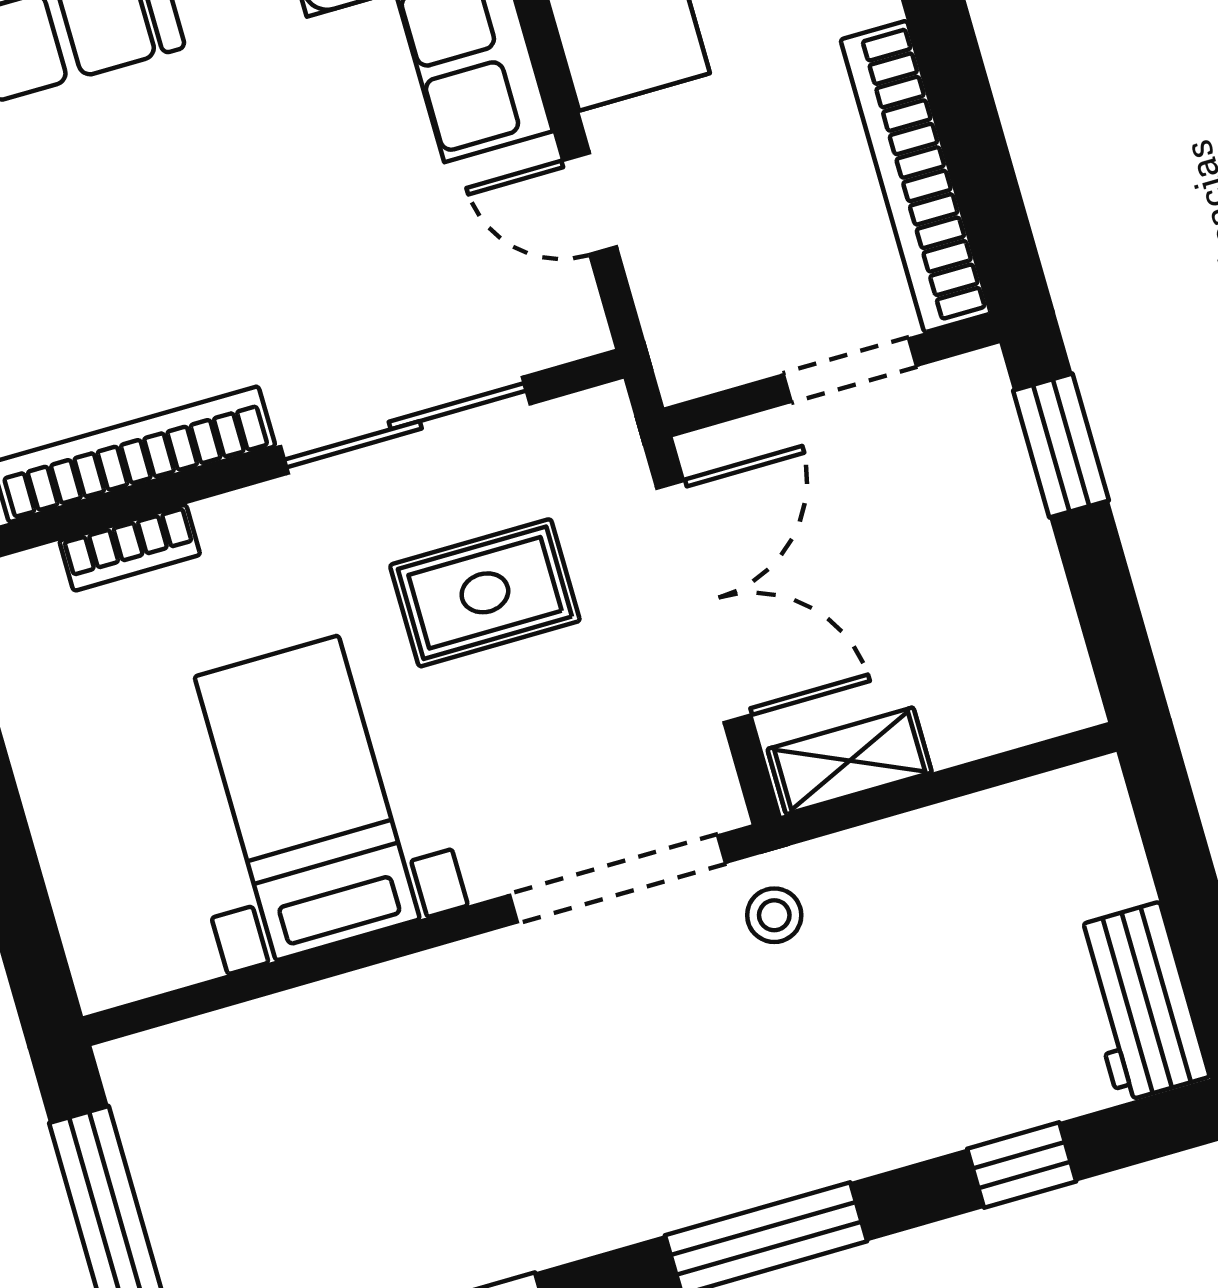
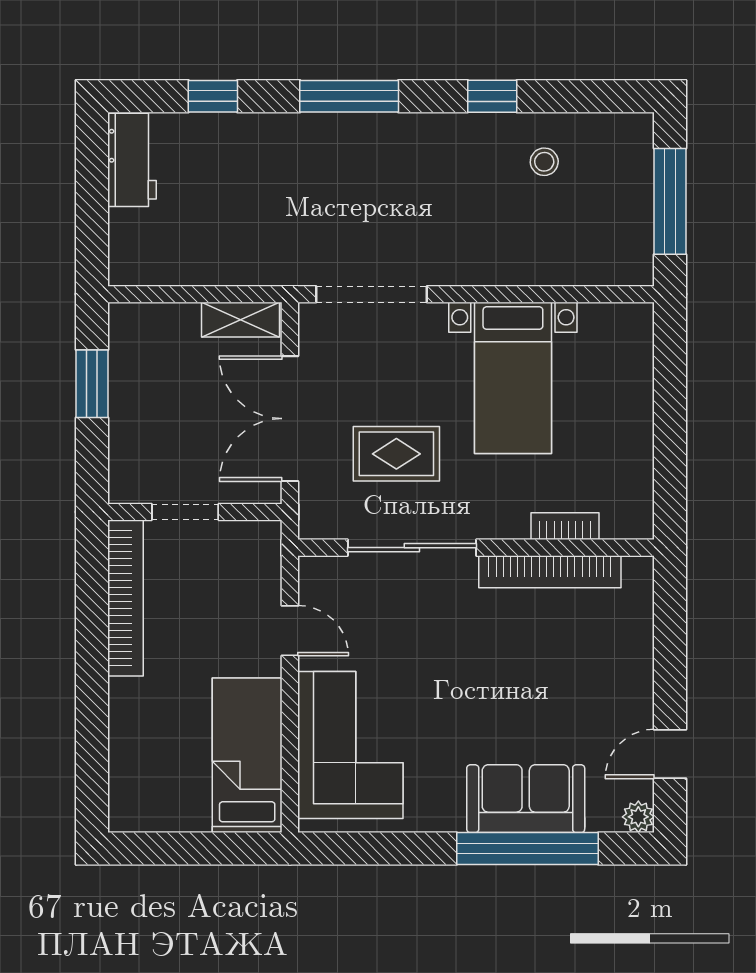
window: (1061, 446) -> (92, 384), moved
stool: (774, 915) -> (544, 162), moved

